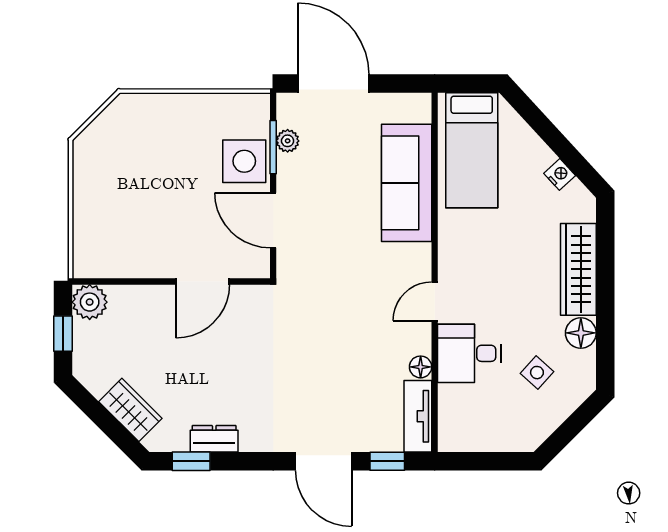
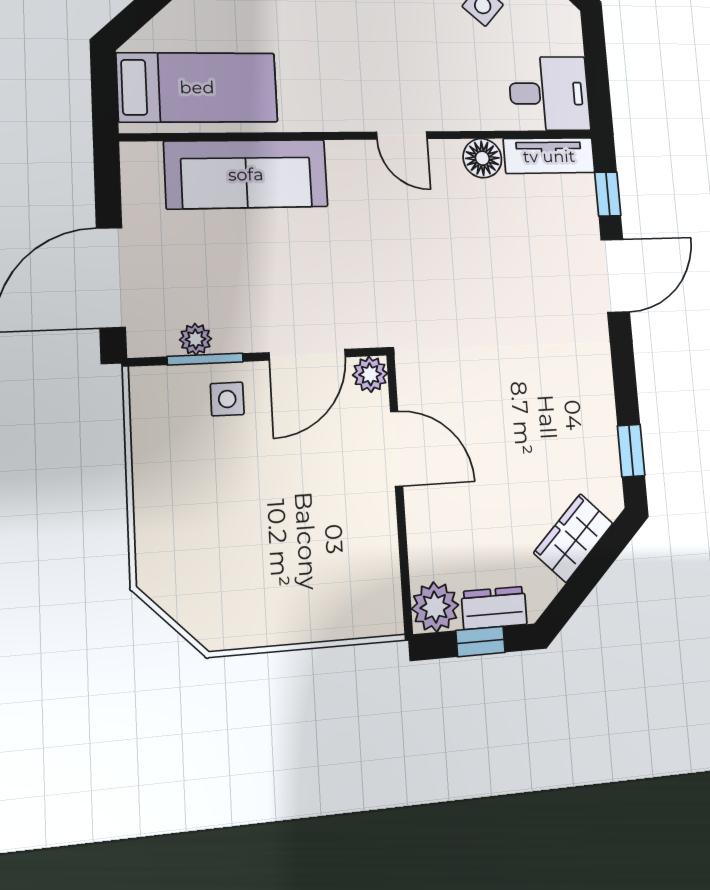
side table: (244, 161) -> (227, 399), width x0.54, depth x0.54
plant: (257, 265) -> (370, 374), added
desk: (469, 353) -> (549, 94), moved, turned -90
floor lamp: (421, 367) -> (482, 158), width x1.37, depth x1.37
dresser: (214, 439) -> (494, 608), moved, turned 90

